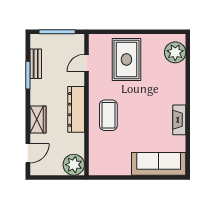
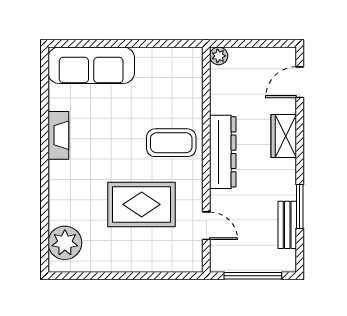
rug: (126, 59) -> (142, 204), moved, turned 90
door: (86, 63) -> (206, 226), hinge flipped
coffee table: (108, 115) -> (171, 143), turned 90
plant: (74, 165) -> (219, 56), width x0.53, depth x0.53

